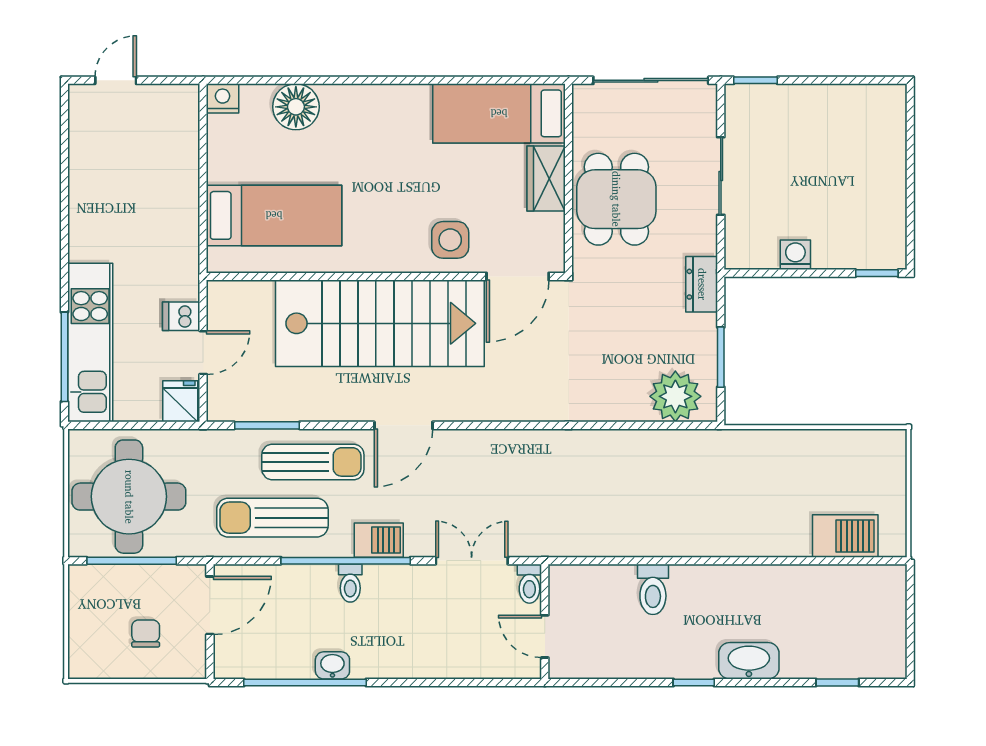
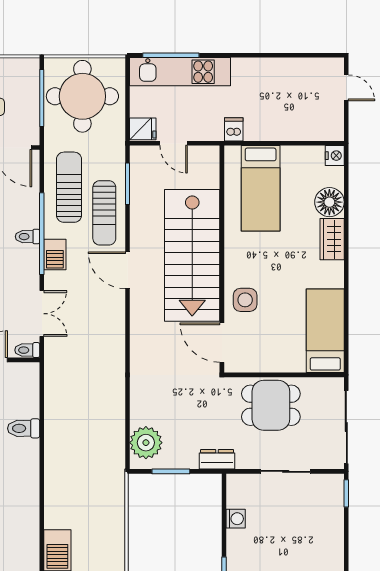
wardrobe: (546, 179) -> (332, 239), moved, turned -90
dishwasher: (181, 316) -> (234, 129), moved

